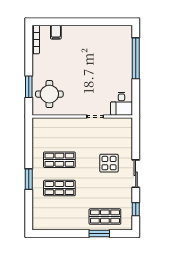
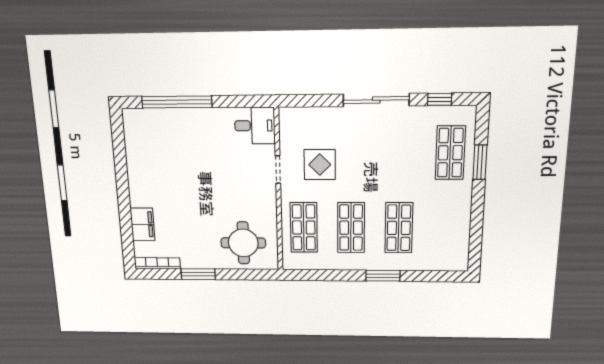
filing cabinet: (56, 32) -> (143, 224), width x2.00
window: (29, 87) -> (198, 274), moved
shop shelf: (59, 131) -> (304, 227), added
display table: (109, 163) -> (320, 165), moved
sliding door: (136, 174) -> (376, 100), width x1.37

